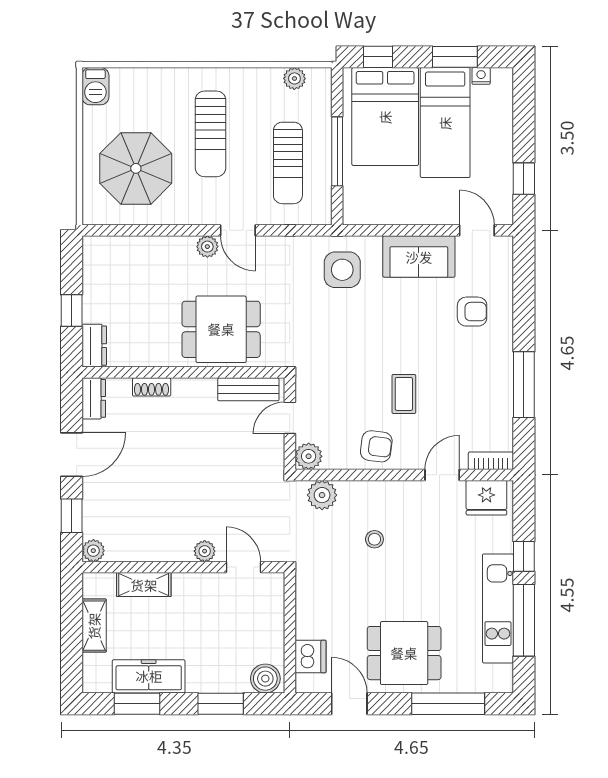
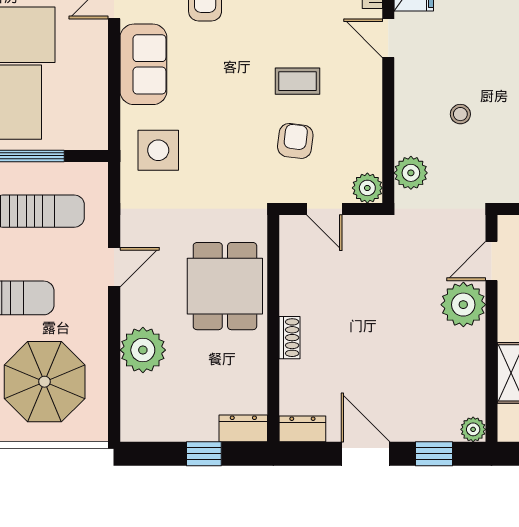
plant: (207, 247) -> (143, 350), moved, width x1.88, depth x1.88
shoe rack: (152, 387) -> (290, 338), moved
bench: (248, 389) -> (292, 255), removed
armchair: (376, 446) -> (295, 141), moved
plant: (205, 551) -> (463, 305), width x1.87, depth x1.87

